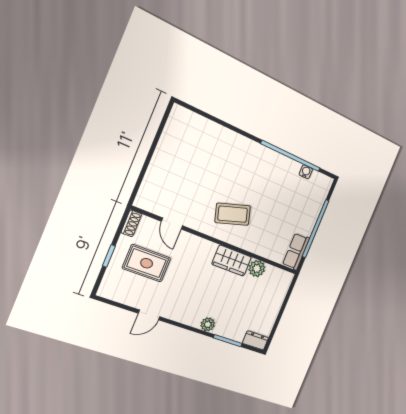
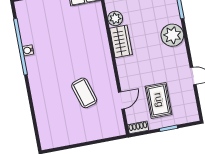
water cooler: (306, 172) -> (28, 50), moved
coffee table: (233, 214) -> (84, 93), moved
plant: (208, 324) -> (172, 35), width x1.88, depth x1.88

